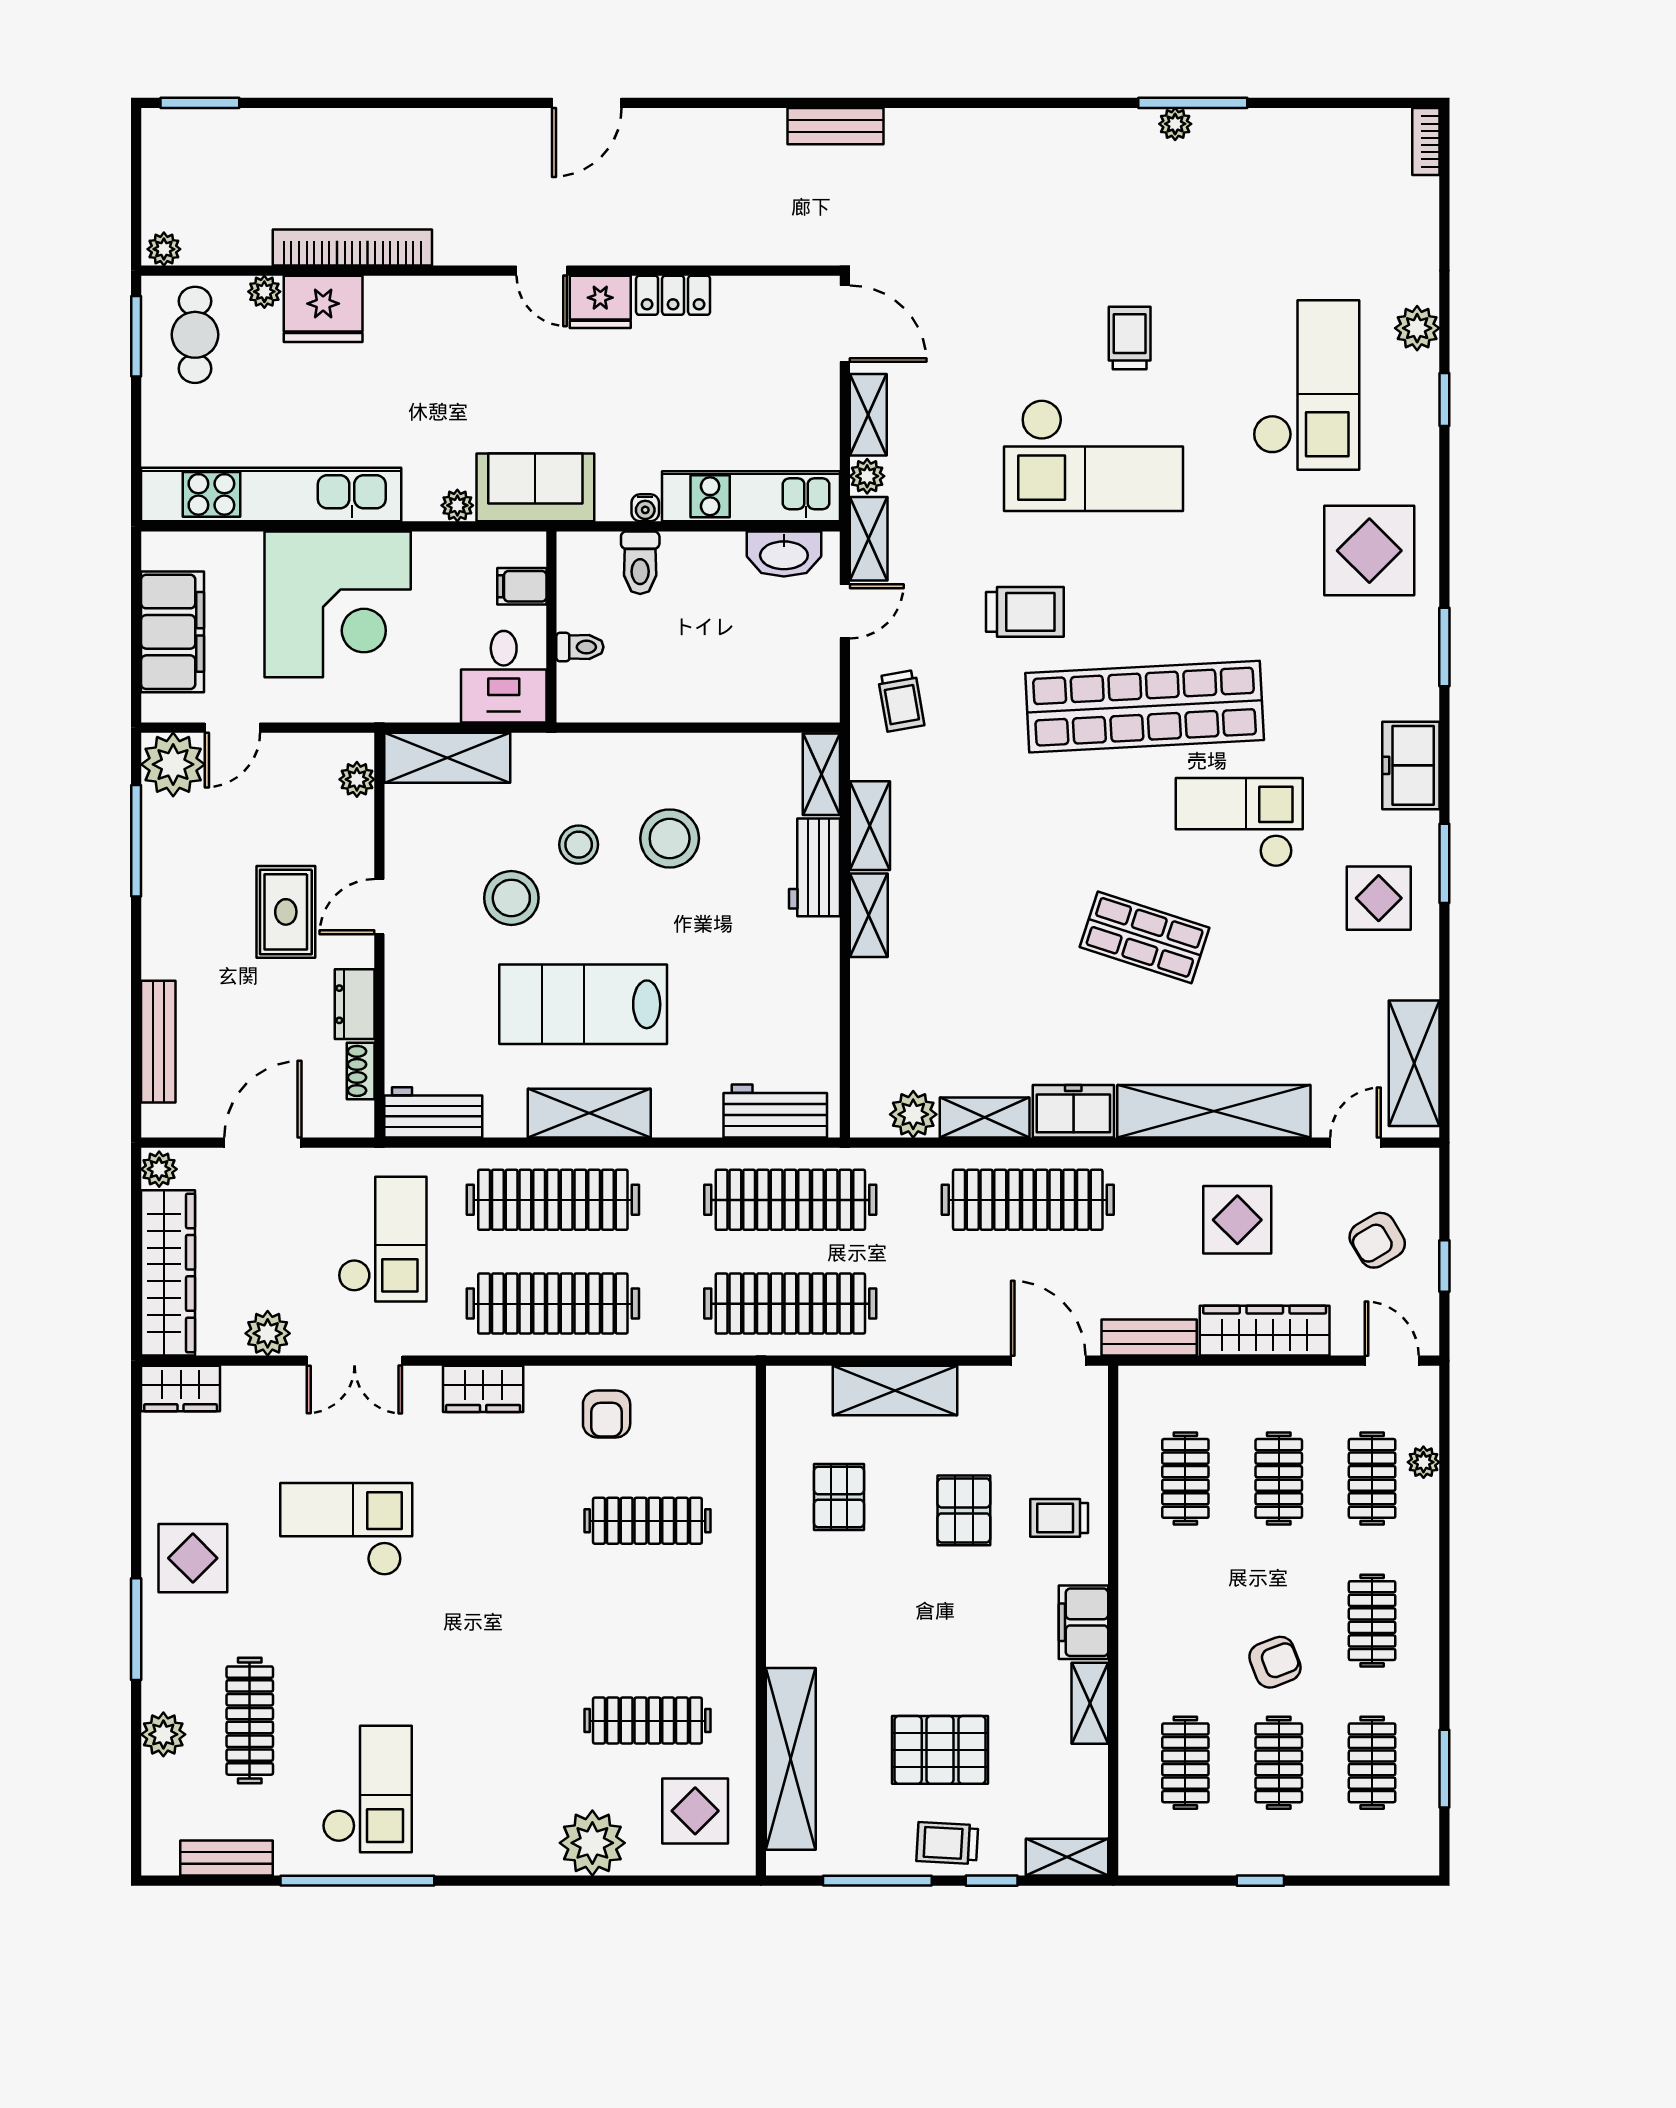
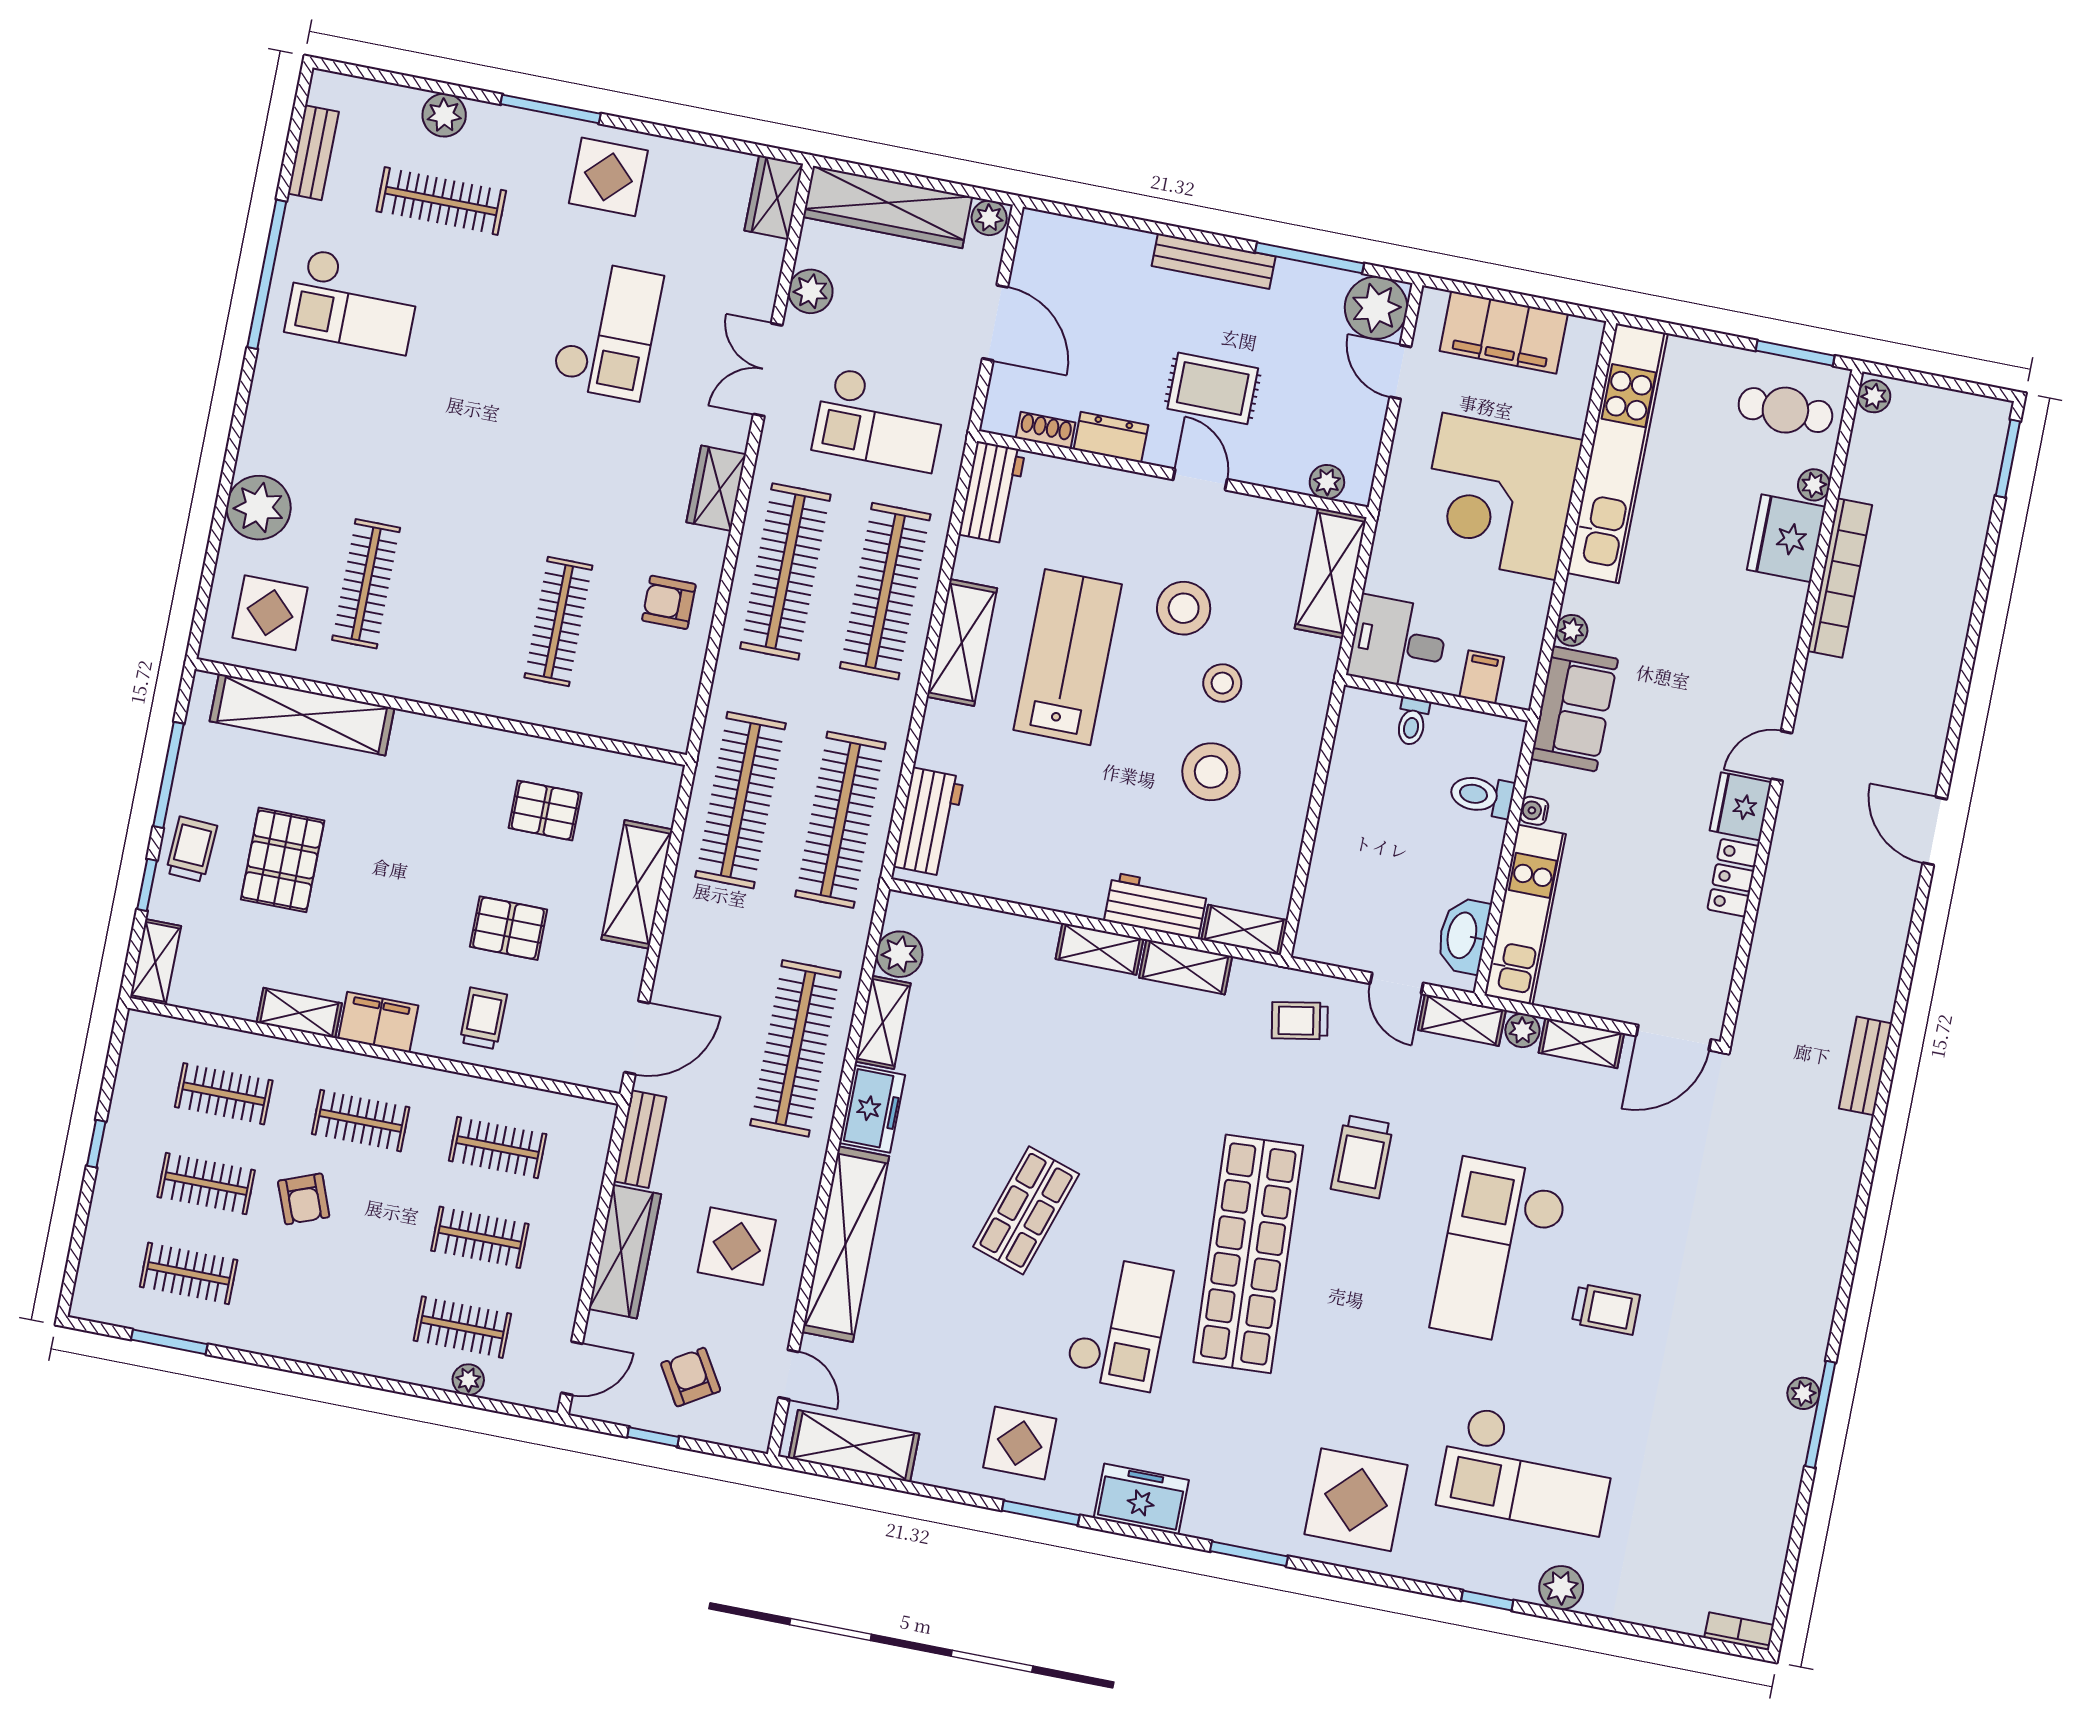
bench: (158, 1042) -> (1214, 261), moved
clothes rail: (1372, 1621) -> (361, 1121), moved

